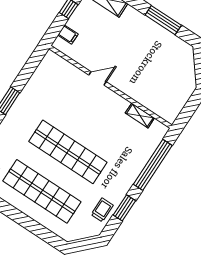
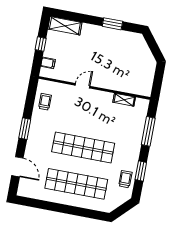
window: (163, 20) -> (112, 24), width x0.69
trolley: (45, 79) -> (45, 102), added
window: (153, 165) -> (148, 131), width x0.68

